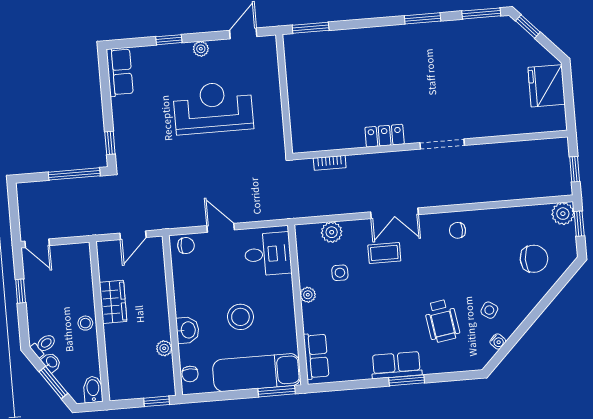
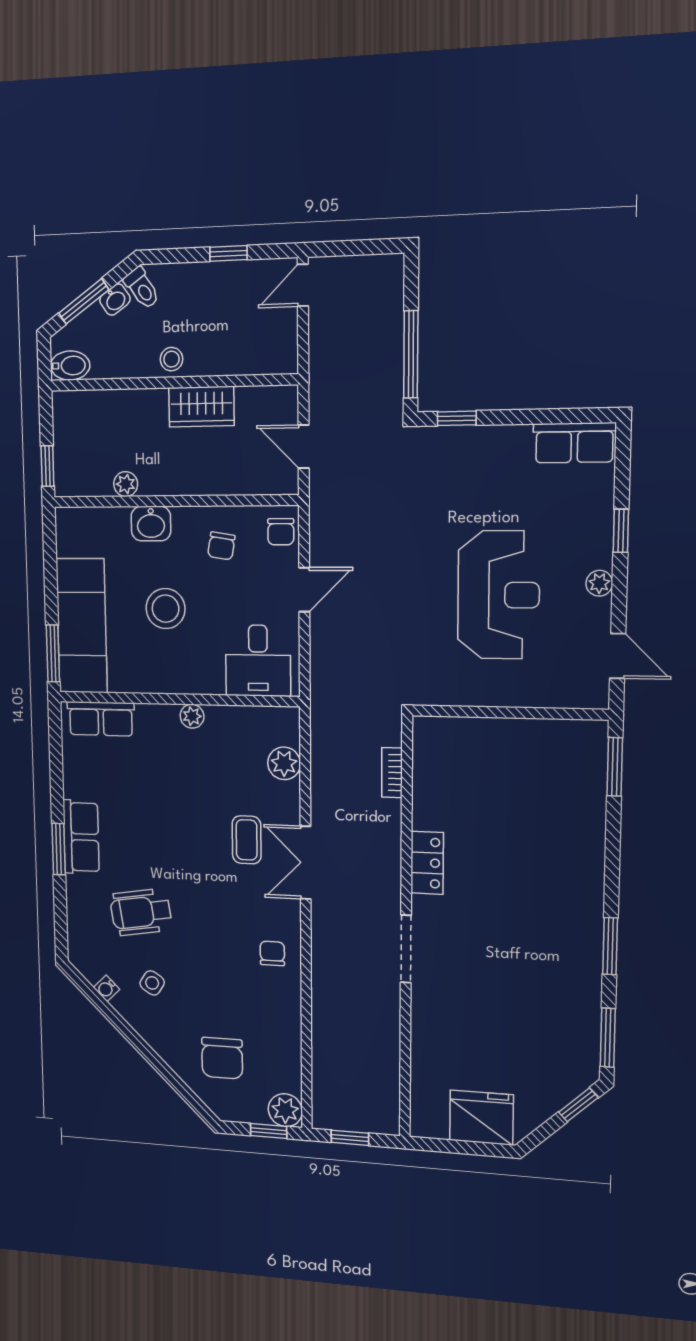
side table: (340, 273) -> (222, 769), removed
chair: (190, 374) -> (221, 546), moved, turned -81

